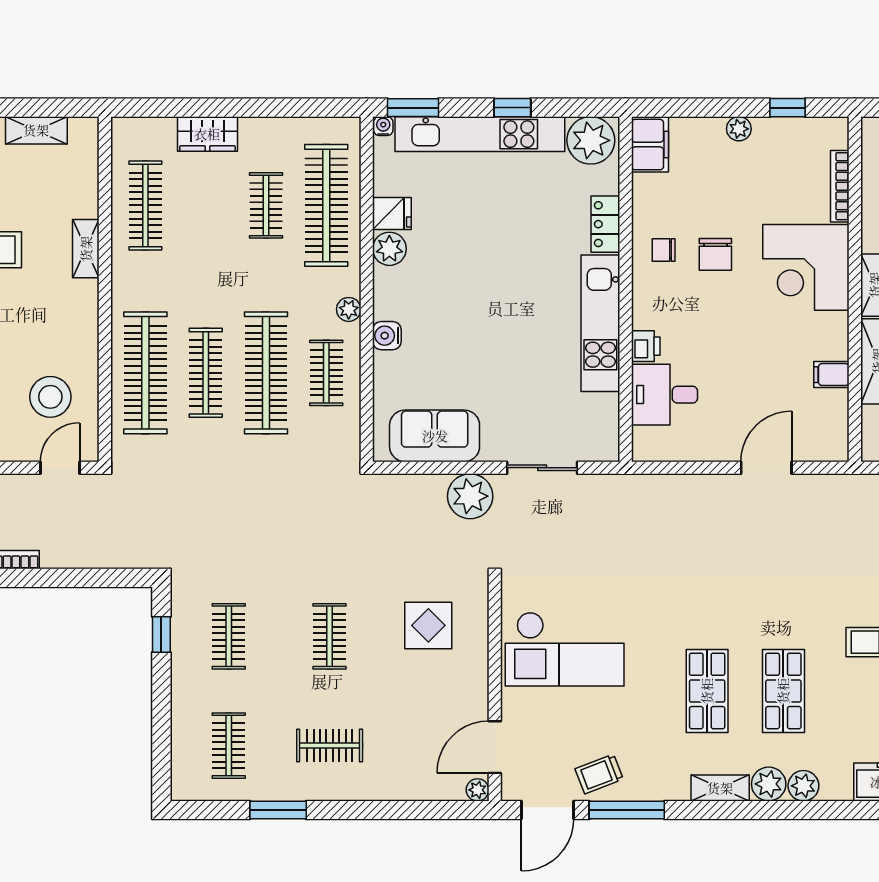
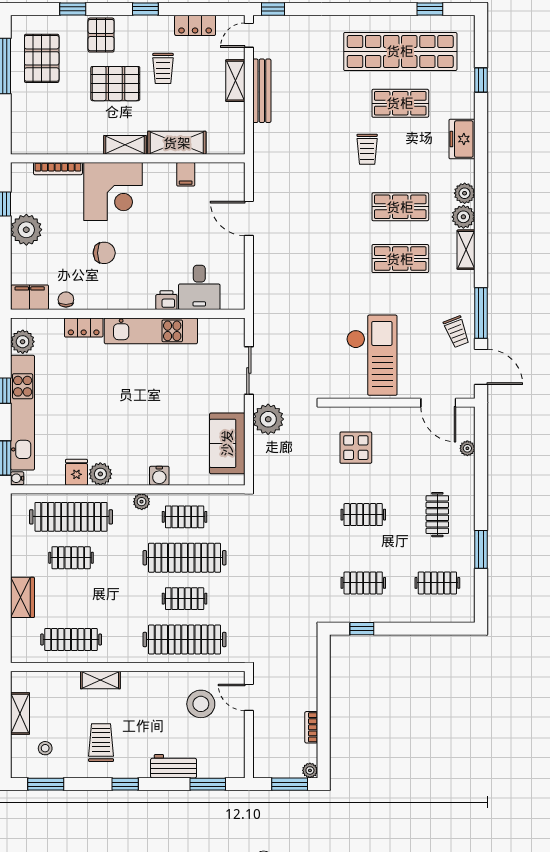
plant: (739, 129) -> (26, 230), width x1.87, depth x1.87
plant: (591, 140) -> (23, 342), width x0.73, depth x0.73
chair: (664, 250) -> (66, 299), moved, turned 180
clothes rail: (206, 373) -> (185, 599), width x0.73
plant: (478, 790) -> (467, 448), moved

